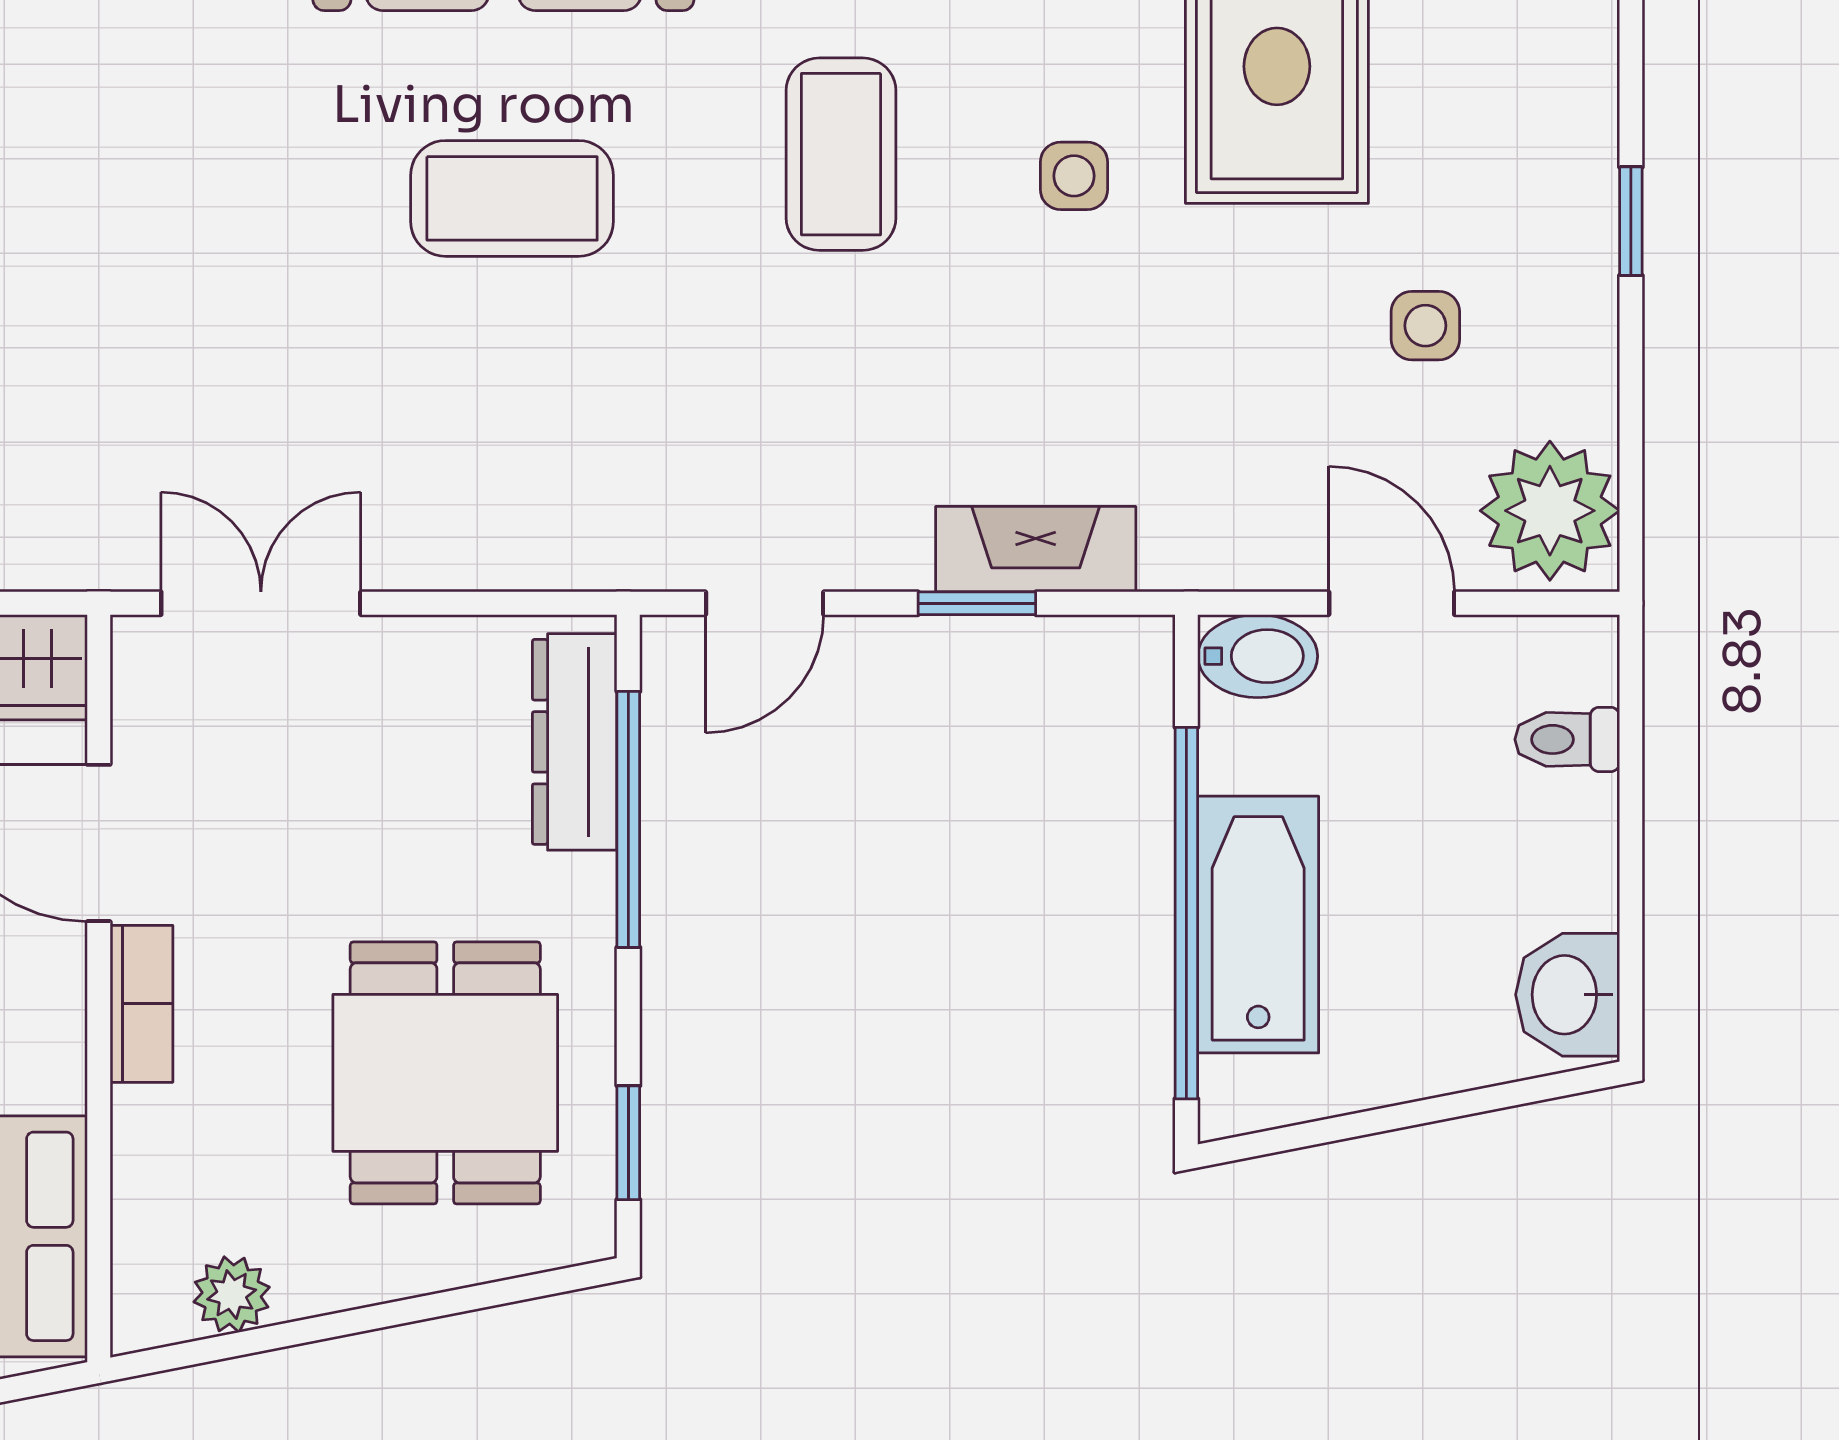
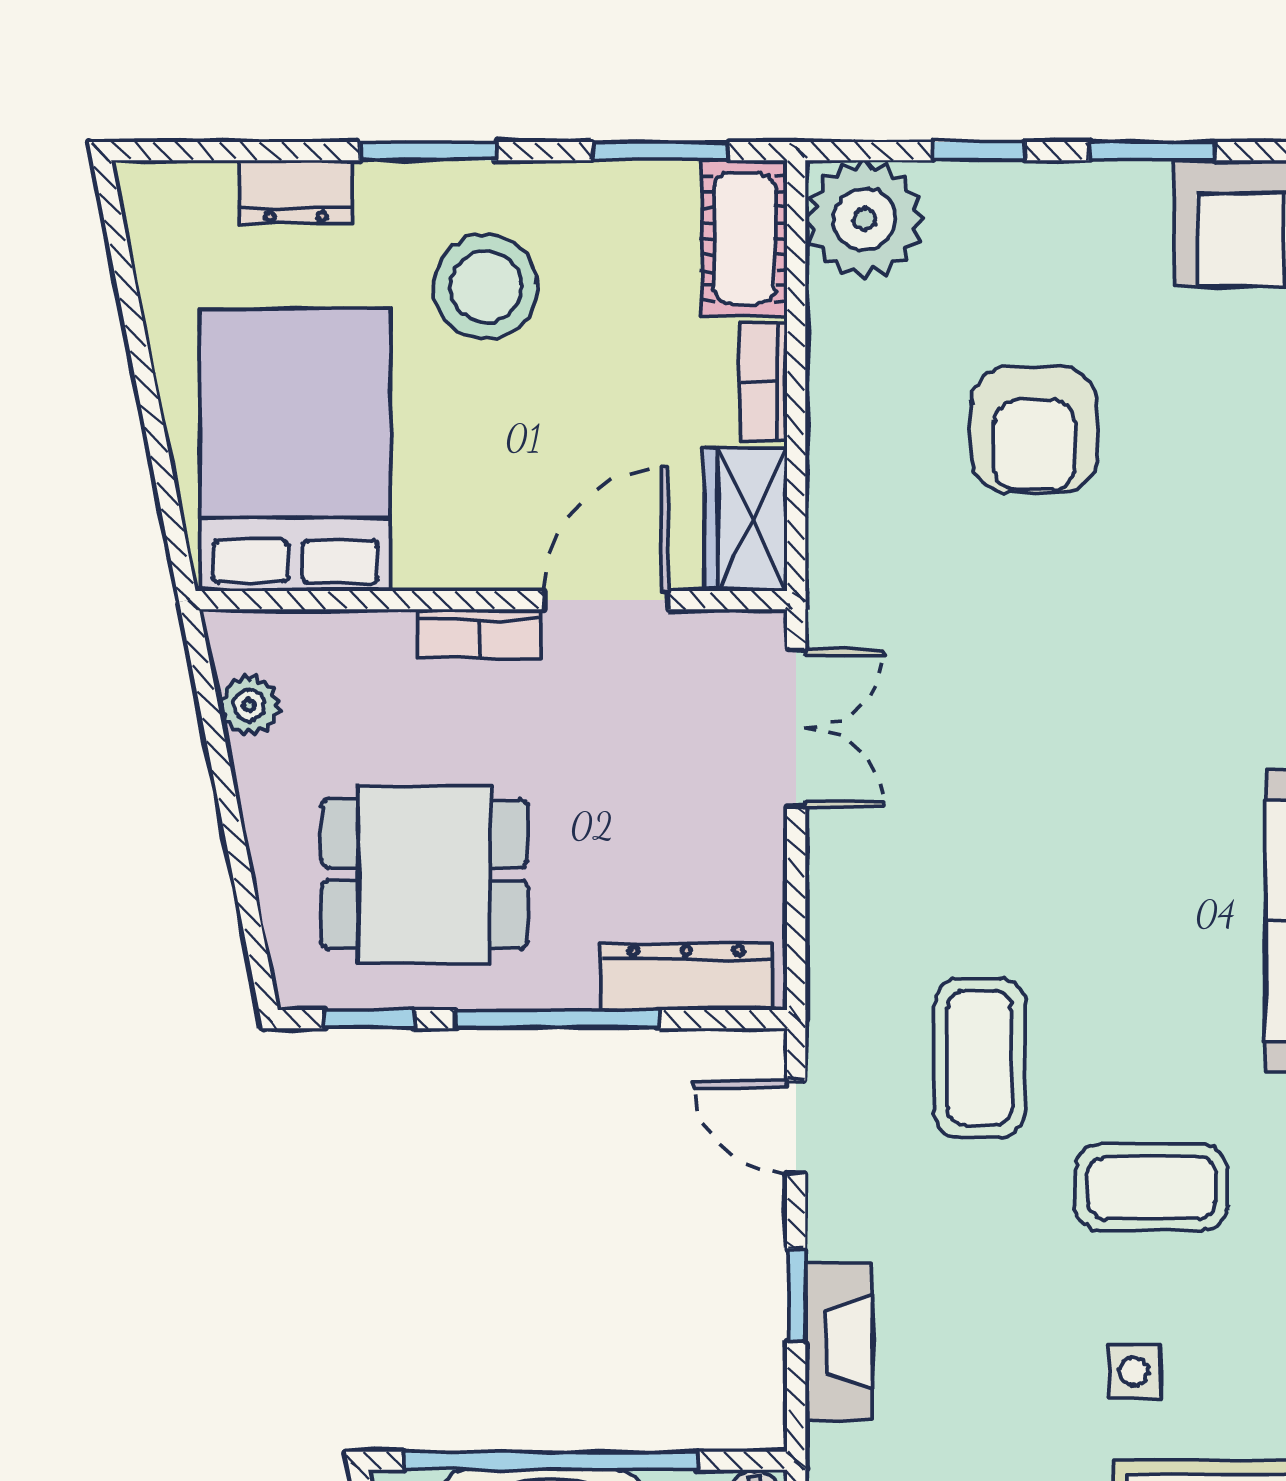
coffee table: (512, 198) -> (980, 1058), moved
window: (628, 819) -> (557, 1019), moved

